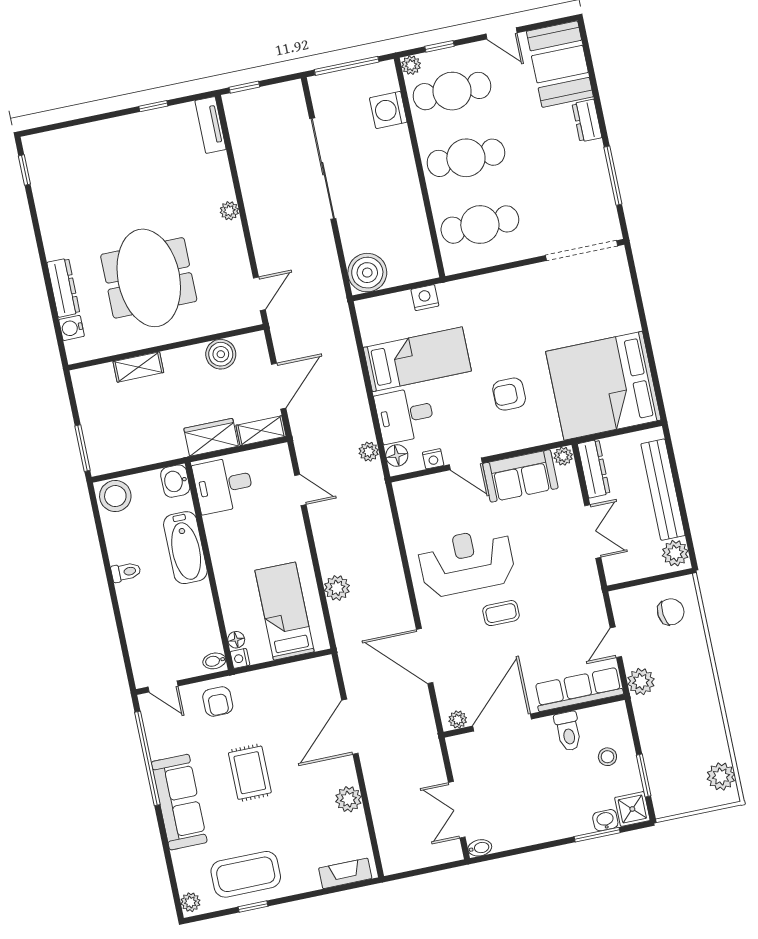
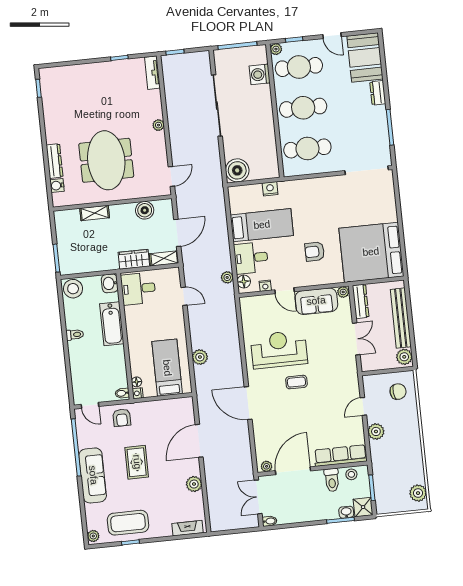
row of seats: (578, 689) -> (341, 456), moved
wall: (534, 716) -> (312, 469), moved
plant: (458, 720) -> (267, 466), moved
door: (502, 723) -> (293, 471), moved
toilet: (568, 731) -> (332, 480), moved

